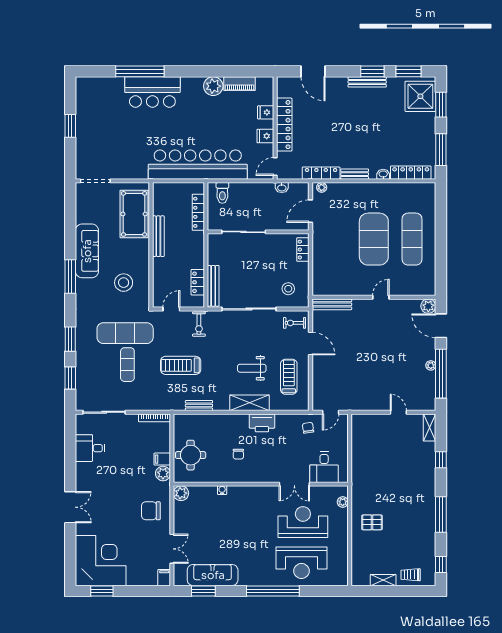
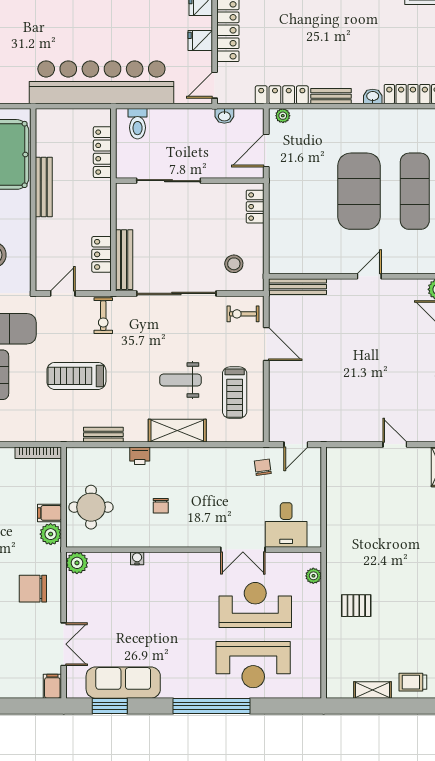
treadmill: (289, 377) -> (235, 393), turned 180
printer: (262, 423) -> (140, 456), moved, width x0.53, depth x0.68

